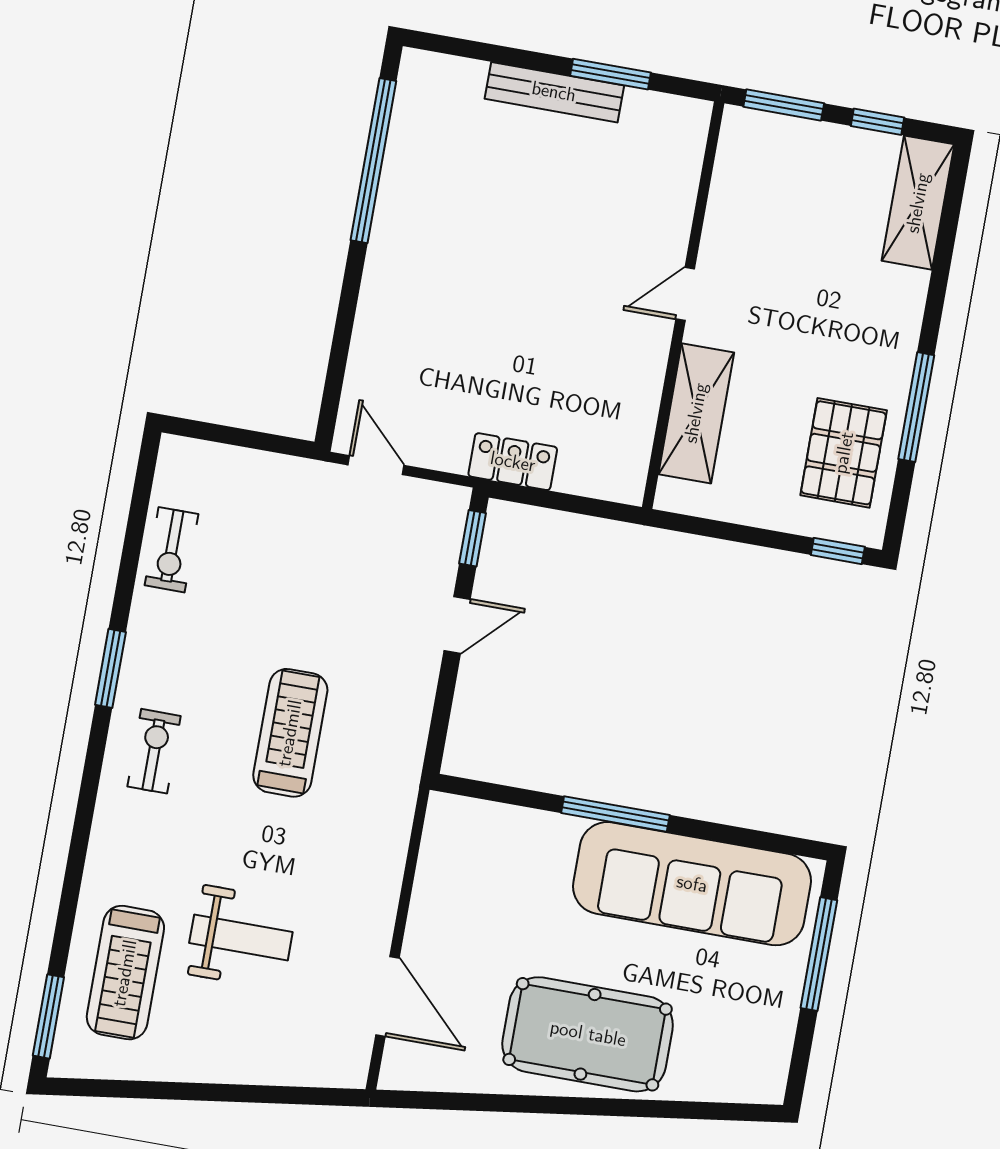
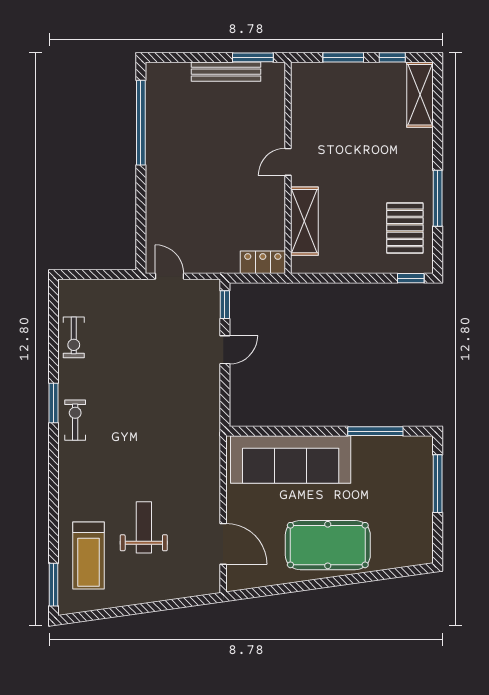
door: (685, 294) -> (288, 162), moved
wall: (683, 305) -> (288, 168), moved
shelving: (696, 413) -> (304, 221), moved
locker: (513, 462) -> (263, 262), moved
treadmill: (290, 733) -> (150, 419), removed
exercise bike: (154, 751) -> (75, 420), moved
window: (615, 814) -> (375, 431), moved
sofa: (692, 884) -> (291, 459), moved
weight bench: (241, 937) -> (144, 527), turned -90

